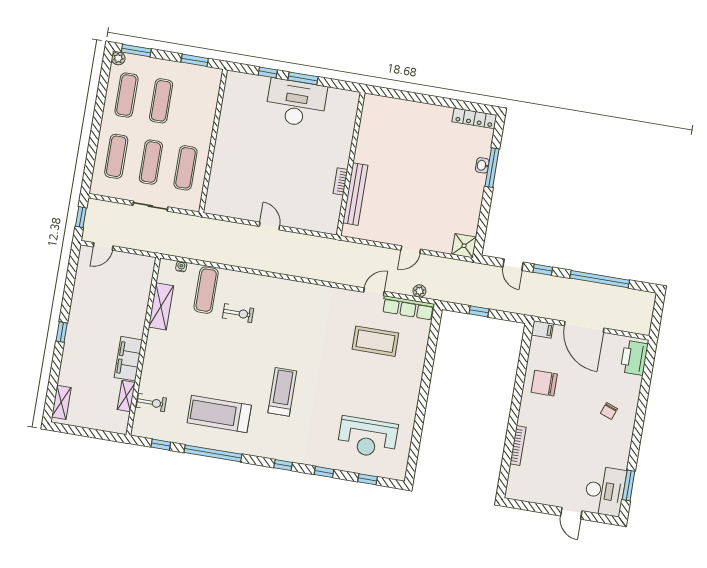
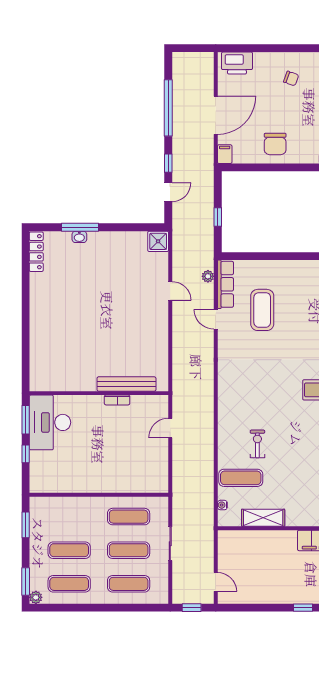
wall: (351, 164) -> (99, 393), moved
bookcase: (340, 182) -> (117, 400), moved
bench: (355, 194) -> (126, 384), moved

